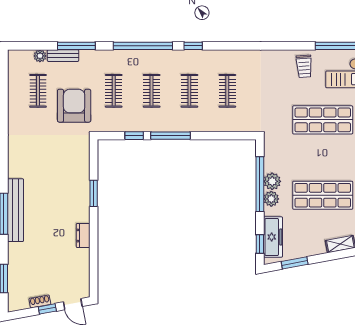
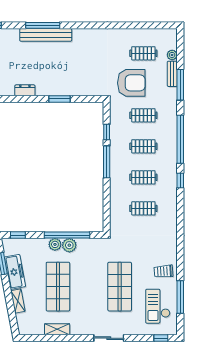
freezer: (273, 237) -> (15, 272), moved, turned -101

